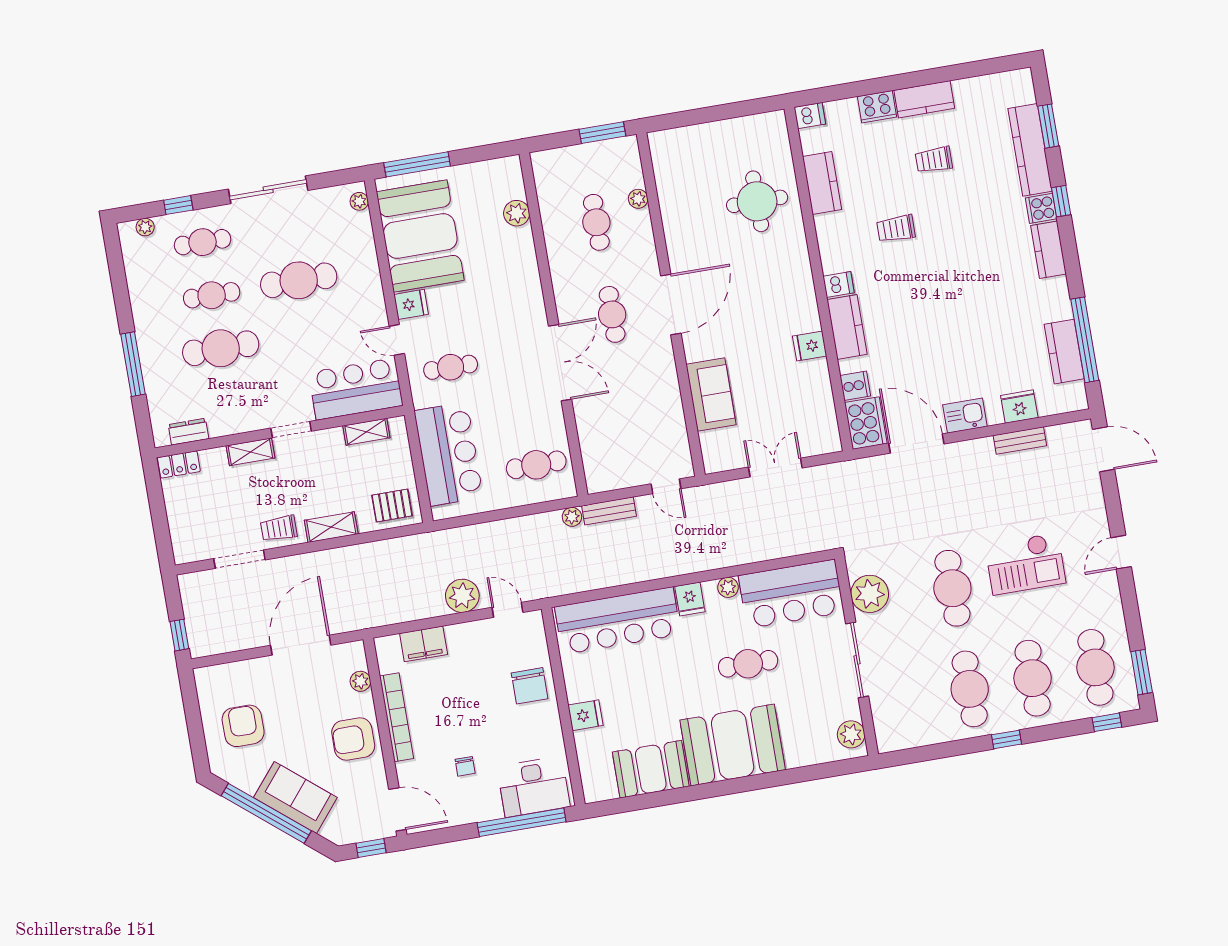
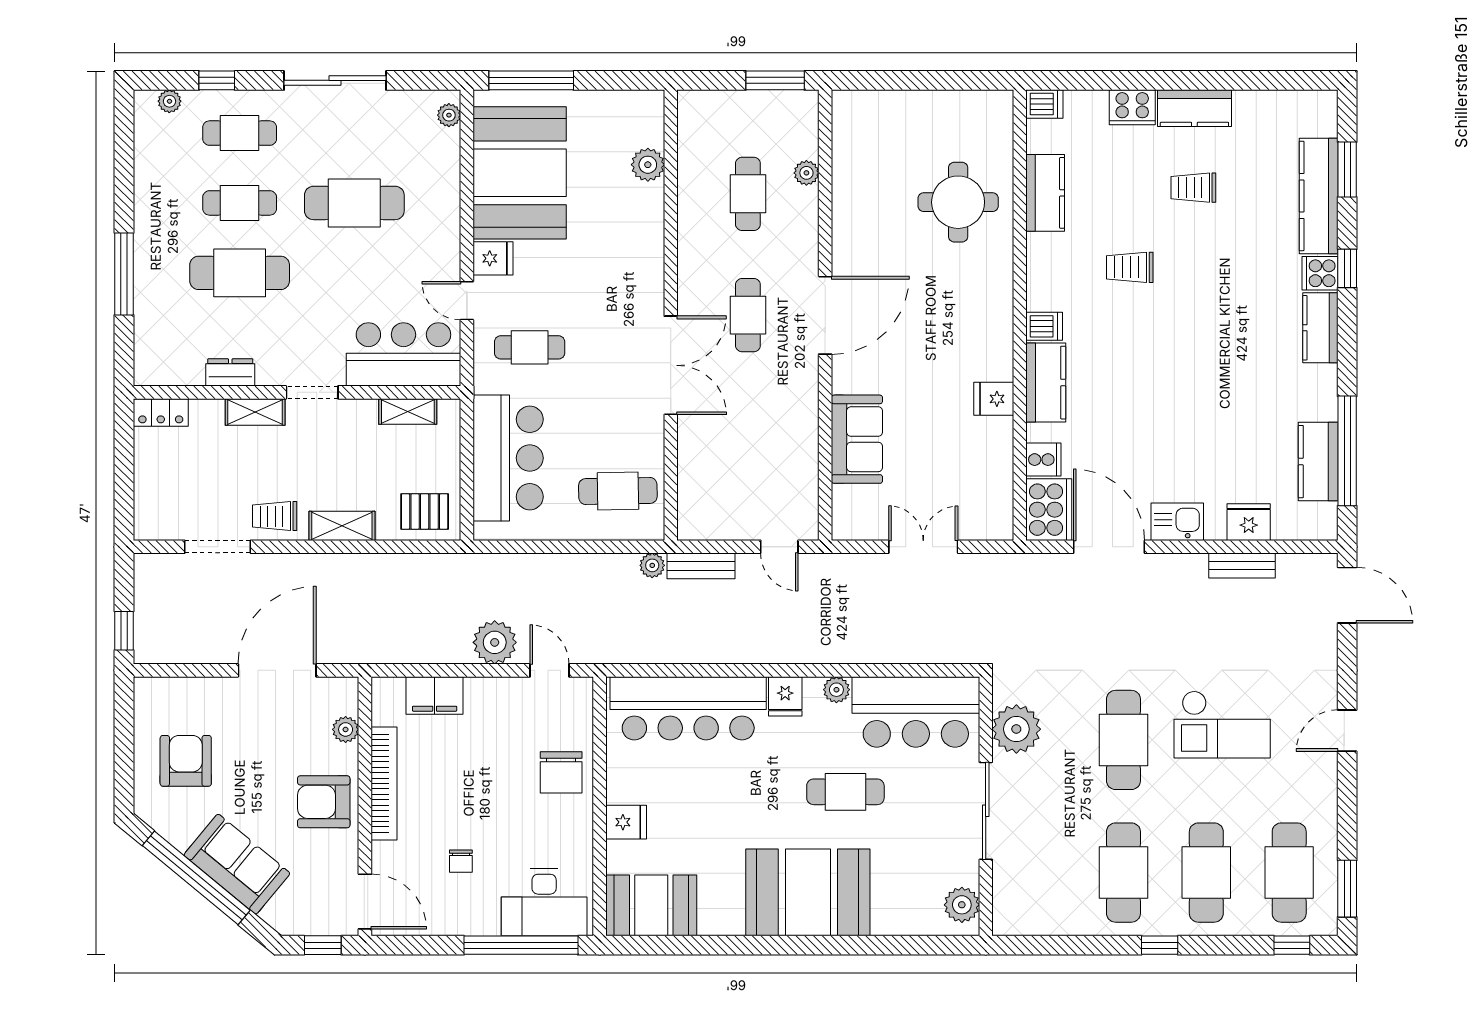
dresser: (188, 432) -> (230, 372), moved
booth: (651, 769) -> (651, 905), moved

